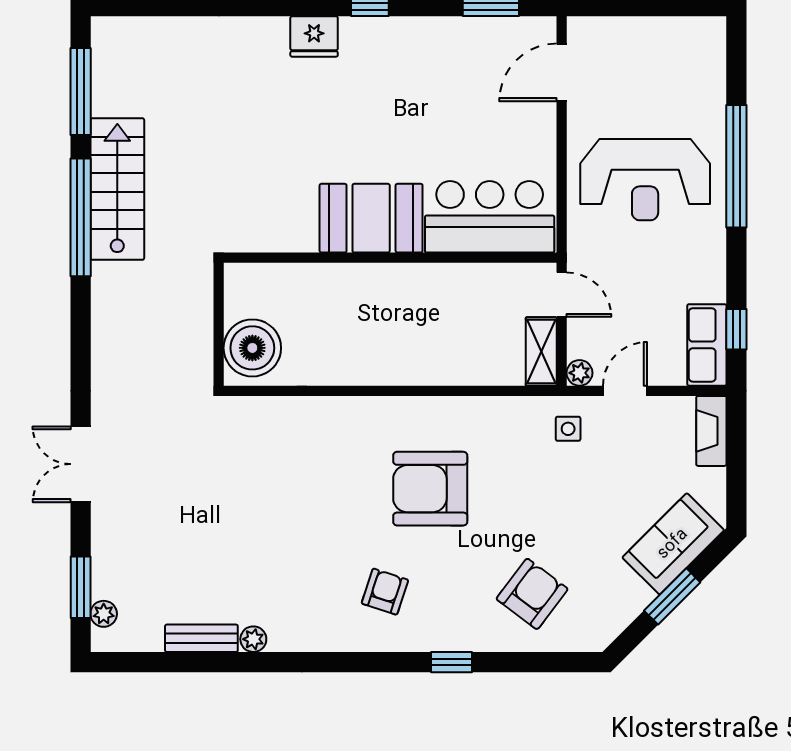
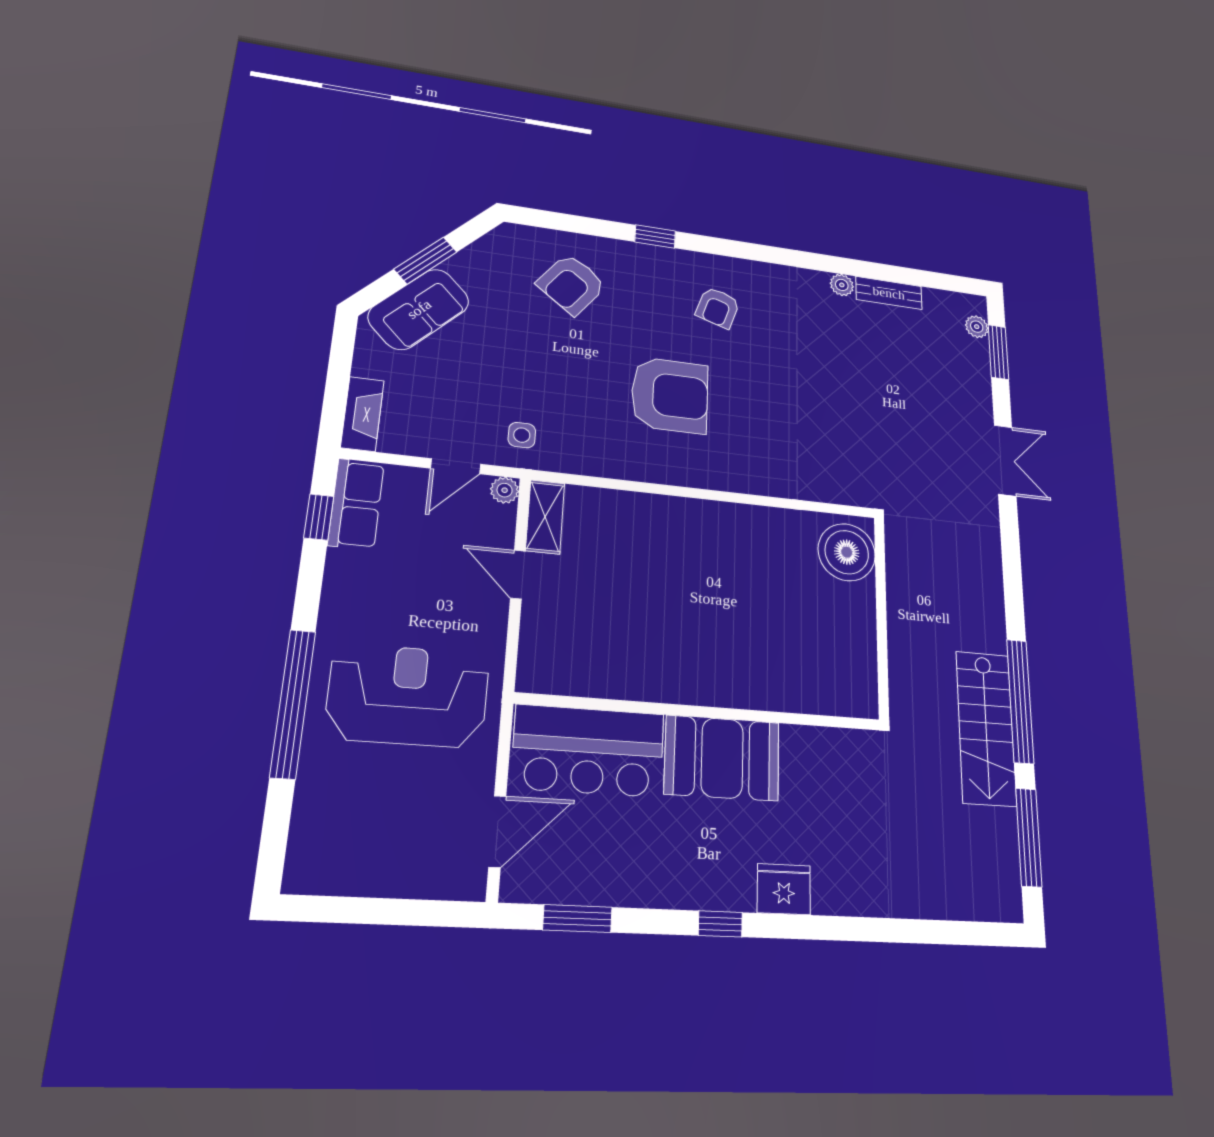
bar counter: (490, 217) -> (588, 751), moved
booth: (371, 218) -> (722, 758), moved
wall: (390, 258) -> (702, 712), moved

